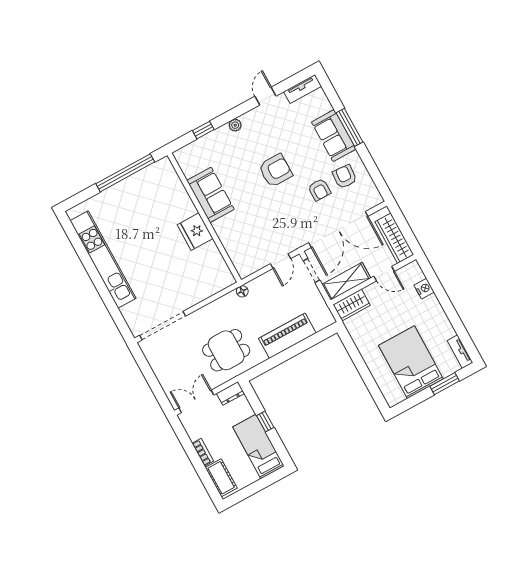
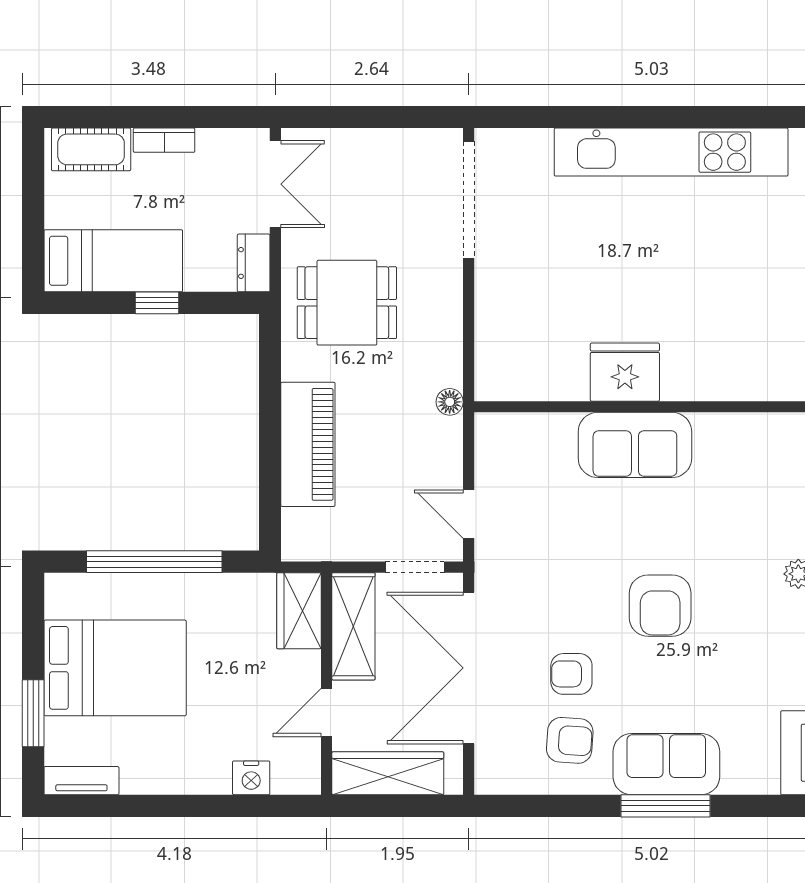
sofa: (210, 195) -> (635, 445), moved
dining table: (226, 350) -> (347, 303), turned 90
window: (363, 369) -> (154, 562), added

